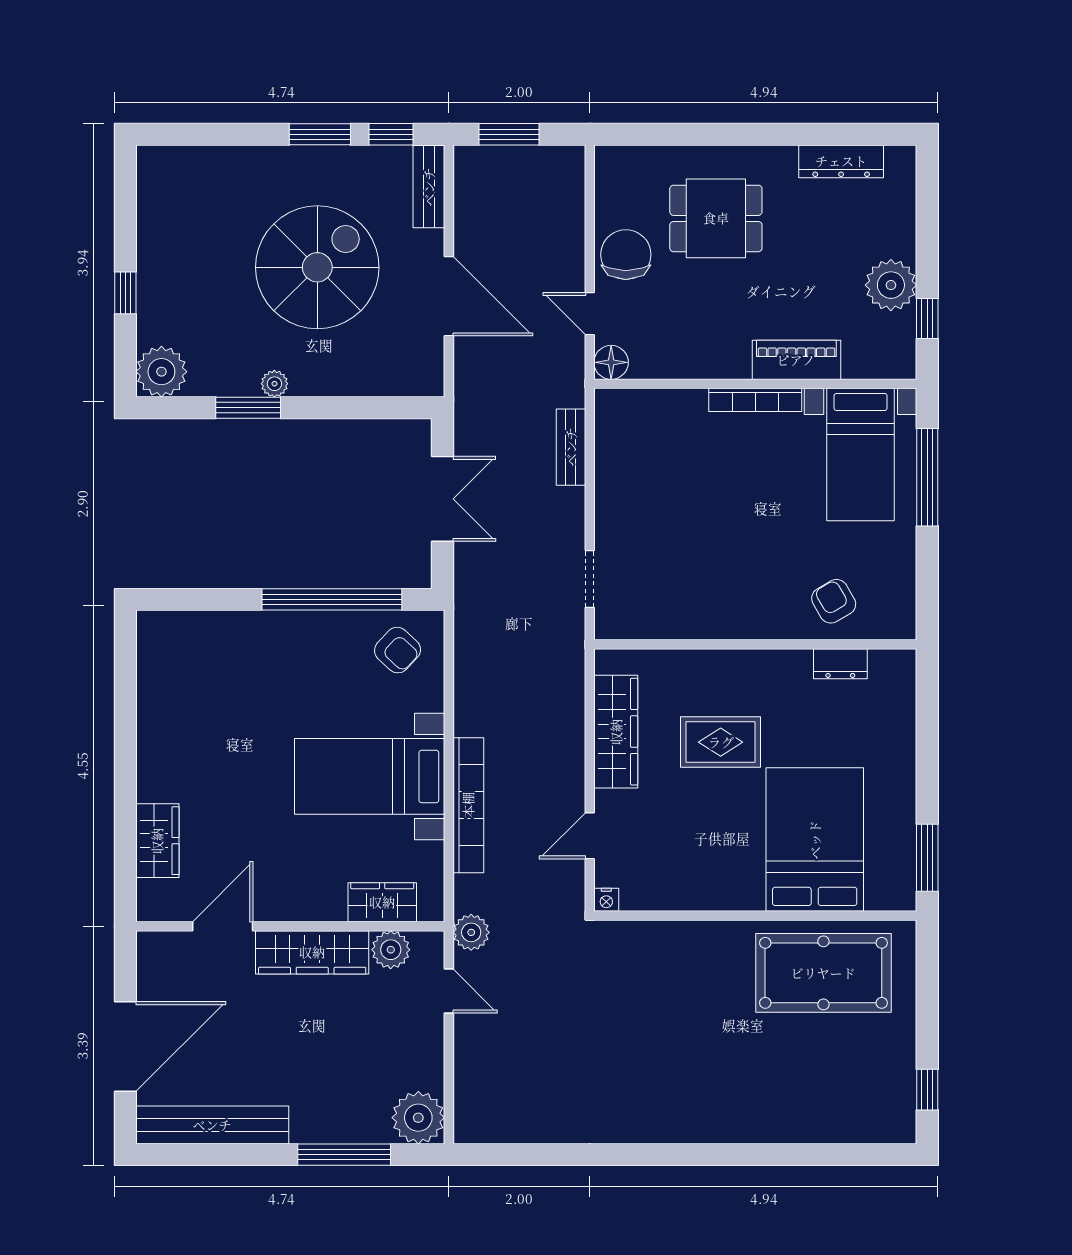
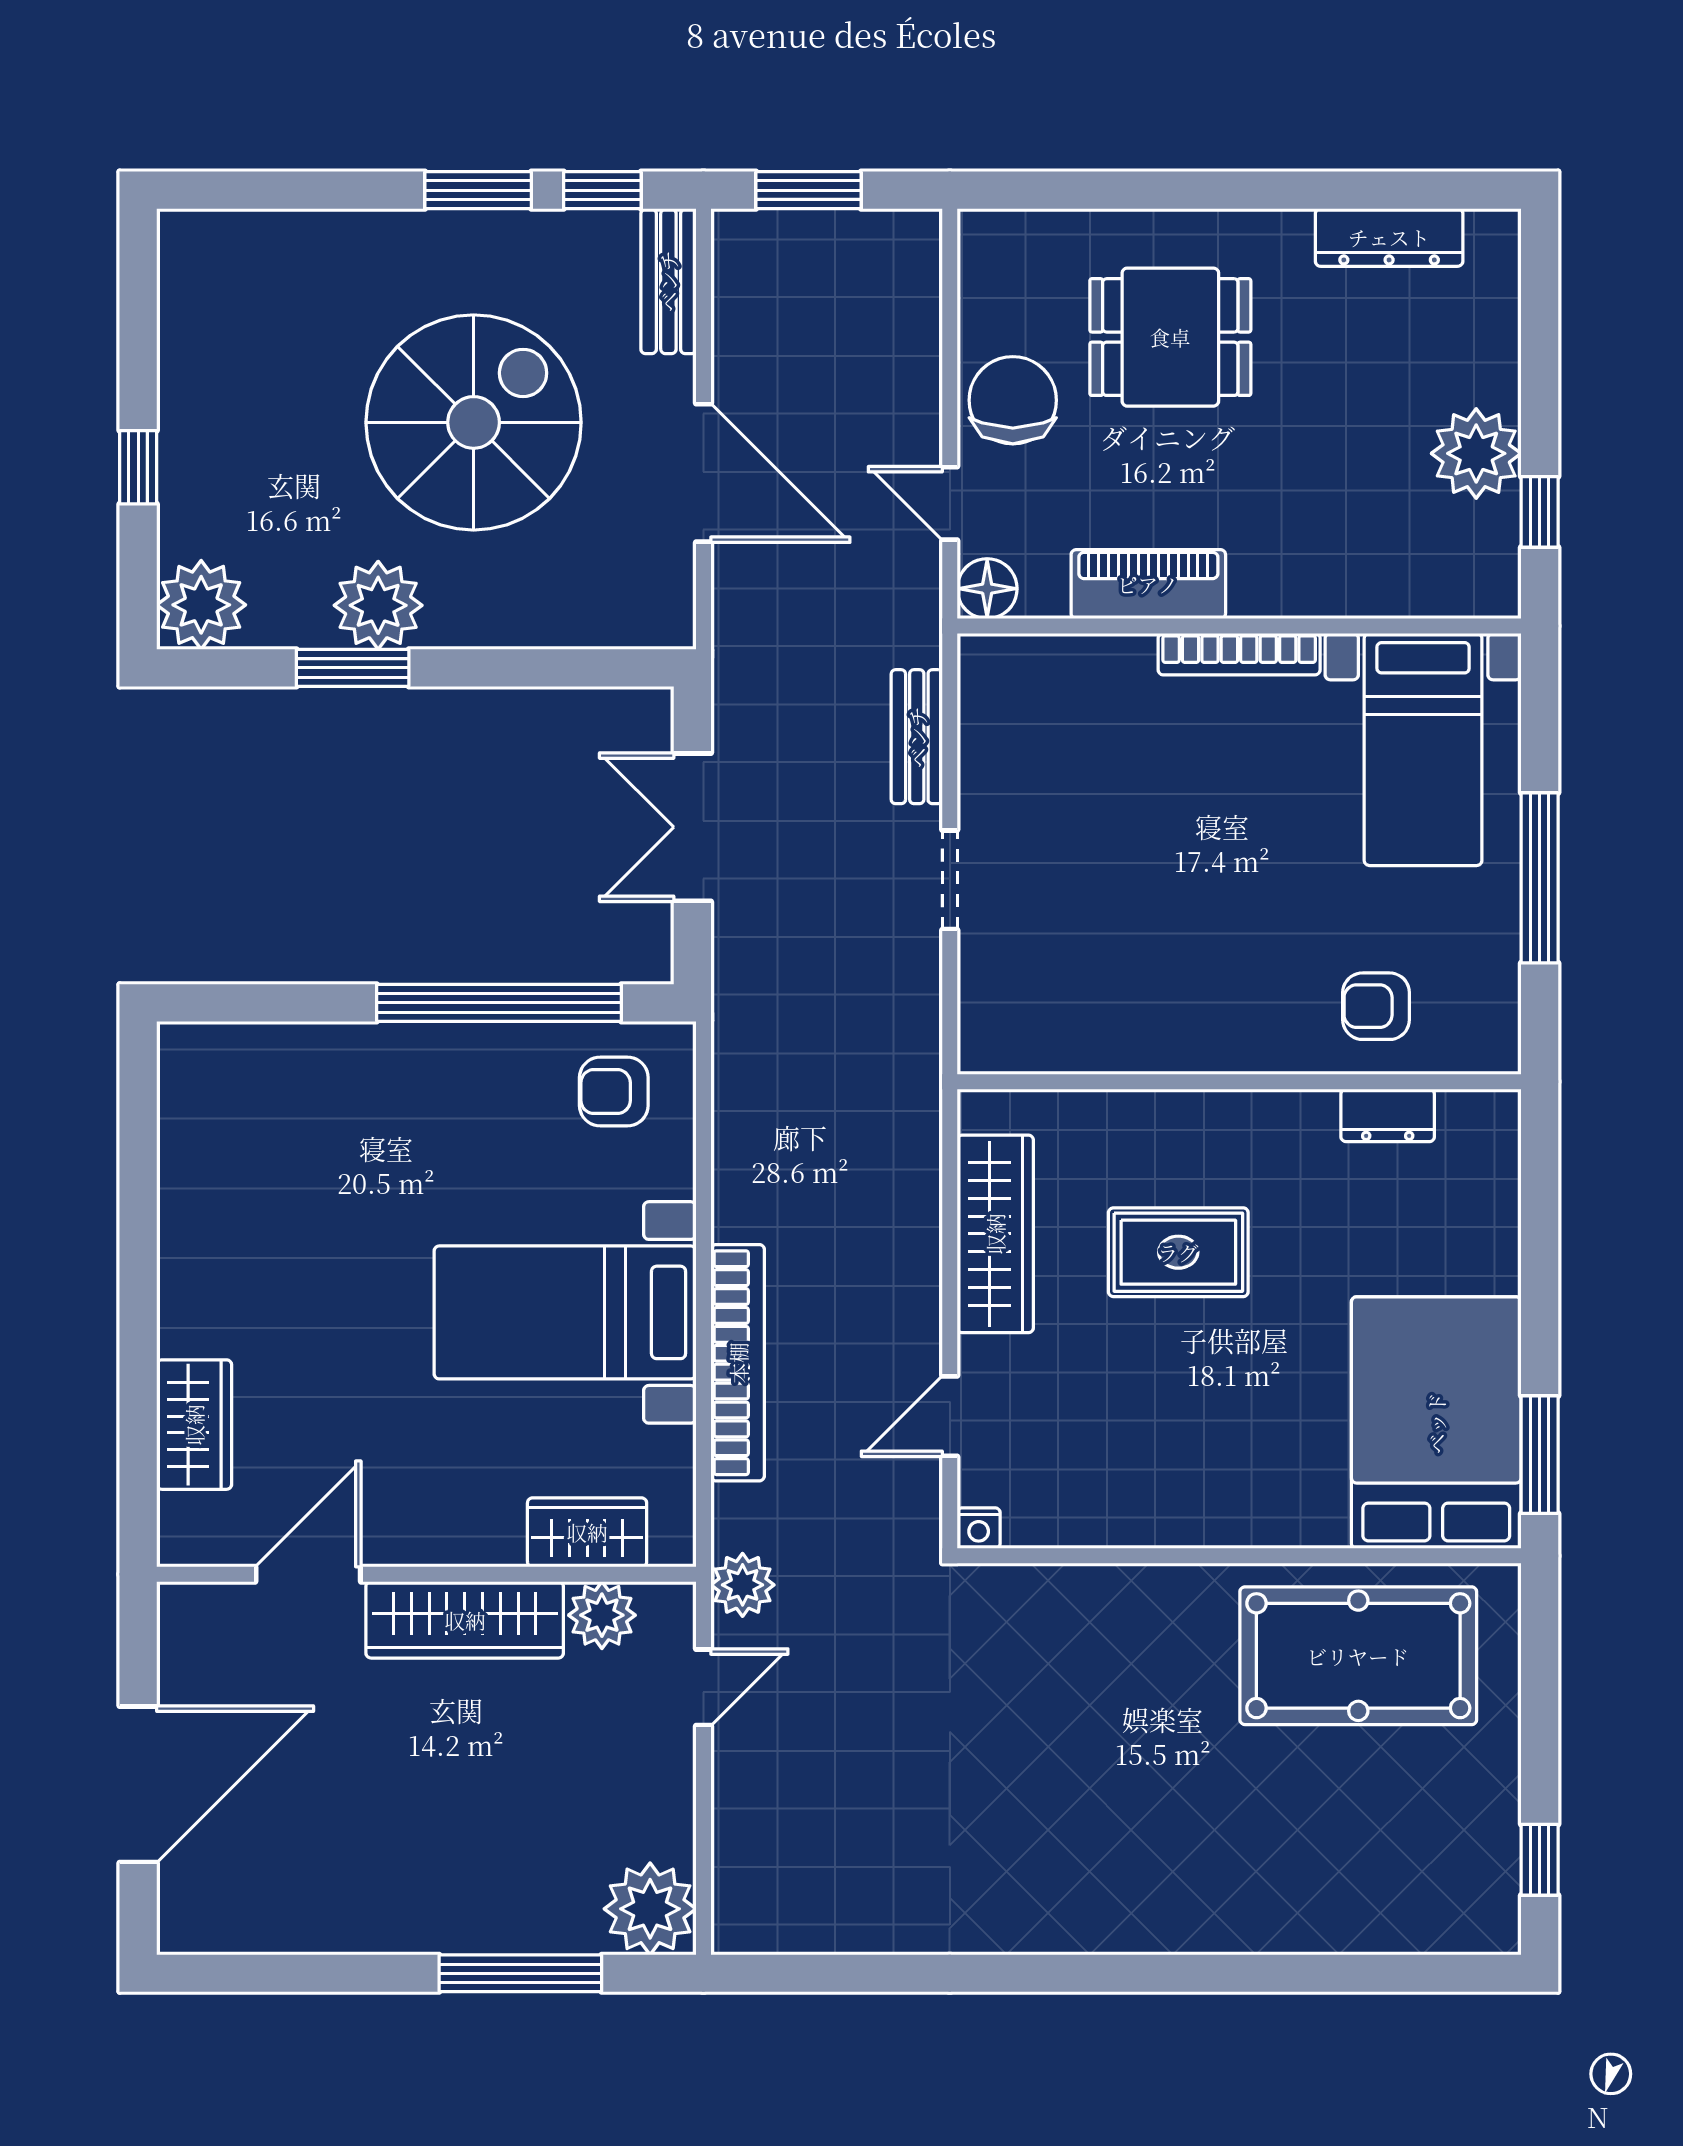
piano: (796, 360) -> (1148, 584), moved
plant: (274, 384) -> (378, 605), width x1.88, depth x1.88
window: (927, 477) -> (1540, 878), moved
double door: (442, 499) -> (692, 827), swing flipped
doorway: (590, 579) -> (950, 880), moved
armchair: (834, 601) -> (1376, 1006), turned -60
armchair: (398, 650) -> (614, 1092), turned 137
bed: (815, 840) -> (1436, 1423), moved
door: (449, 991) -> (703, 1687), hinge flipped
bench: (212, 1125) -> (290, 1922), removed

